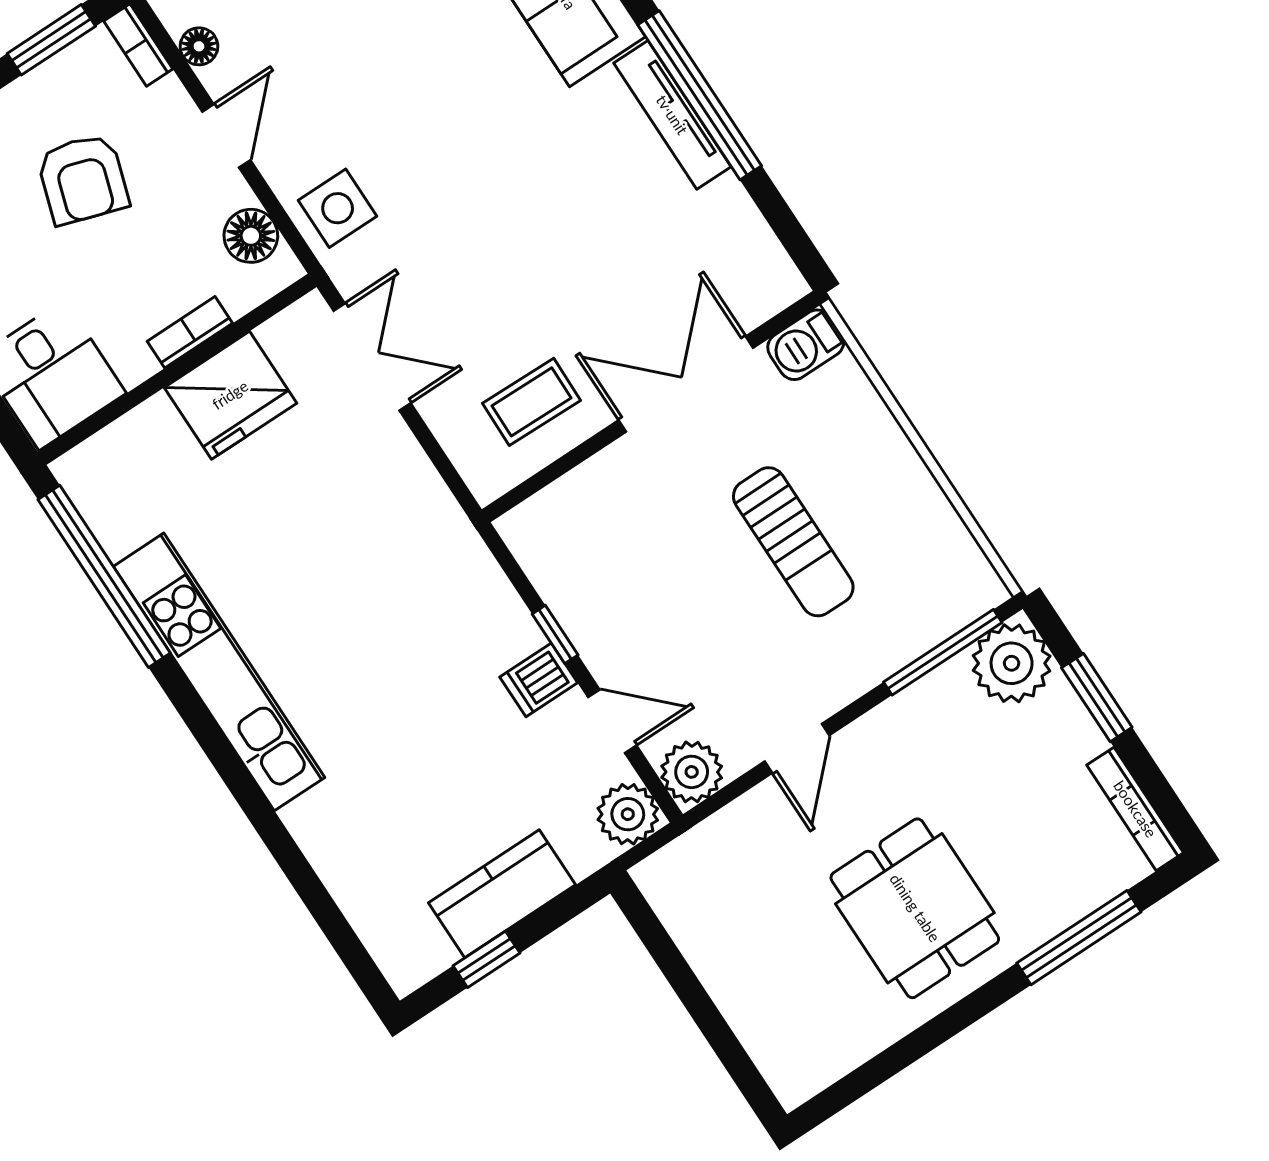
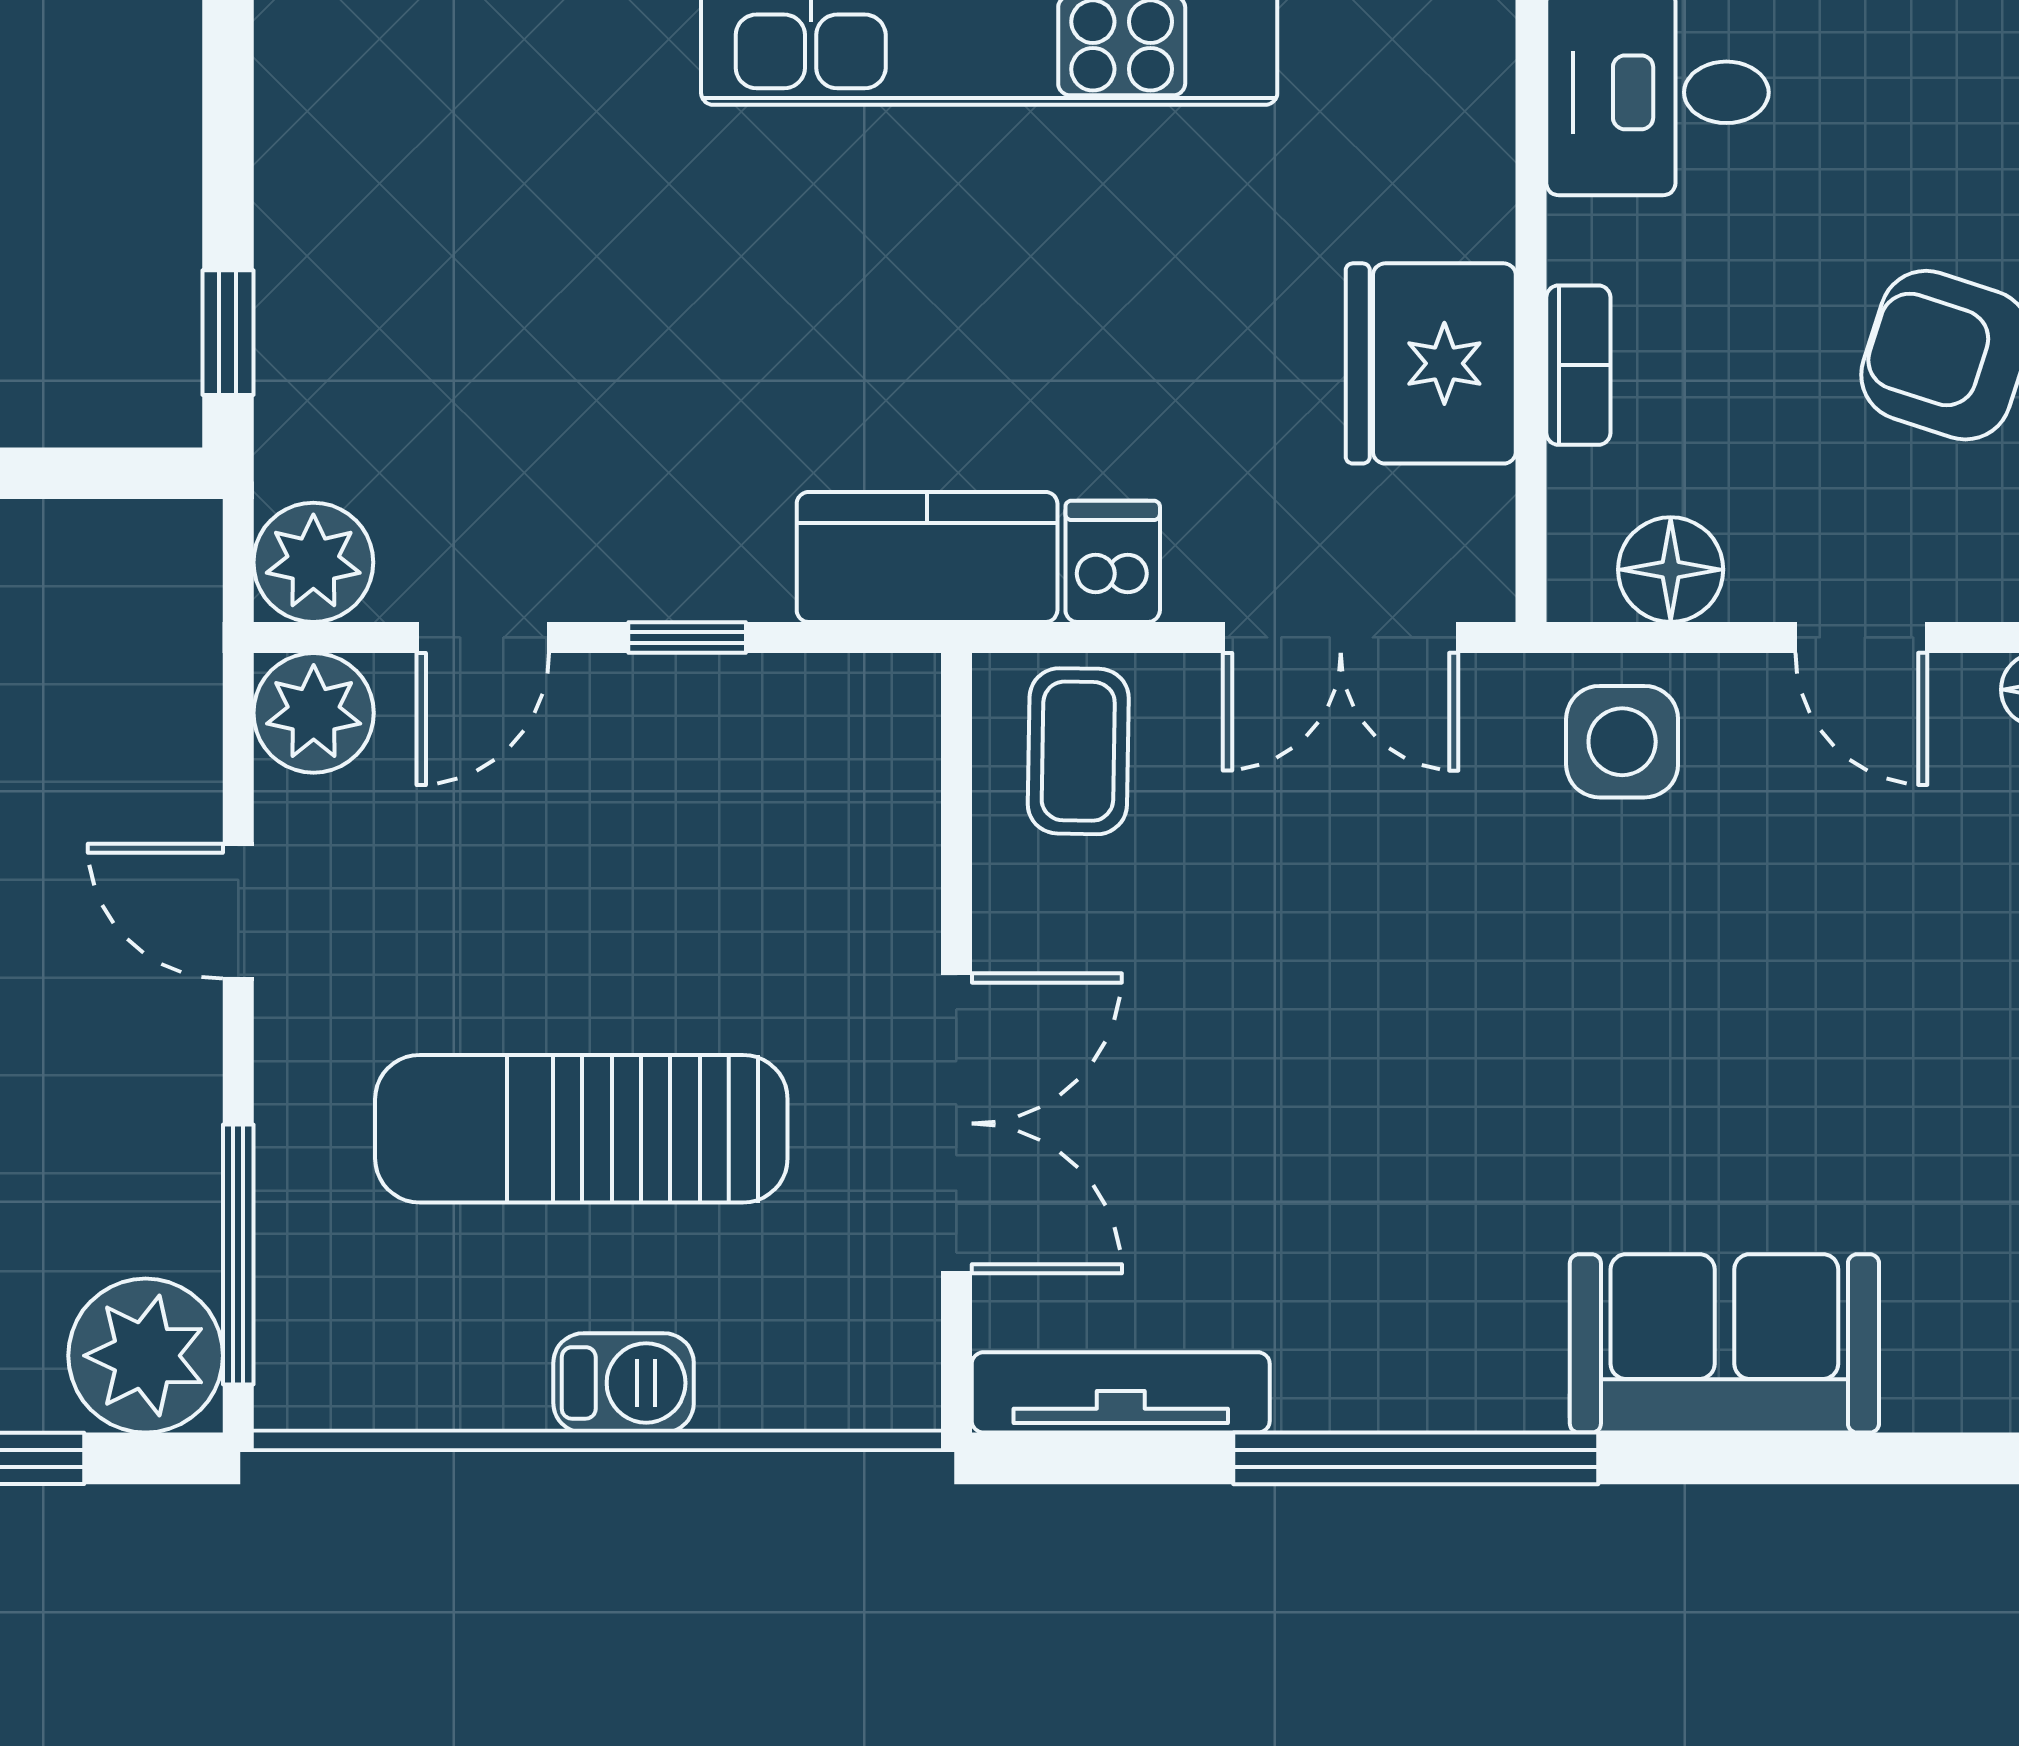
tv unit: (672, 115) -> (1121, 1392), moved
barbecue: (806, 345) -> (624, 1383), moved, turned 90
coffee table: (531, 402) -> (1078, 751), moved
sun lounger: (793, 542) -> (581, 1129), width x1.36, depth x1.34
dishwasher: (539, 680) -> (1113, 561), moved
kitchen counter: (502, 894) -> (927, 557), moved, turned -90
window: (486, 959) -> (228, 333), moved

